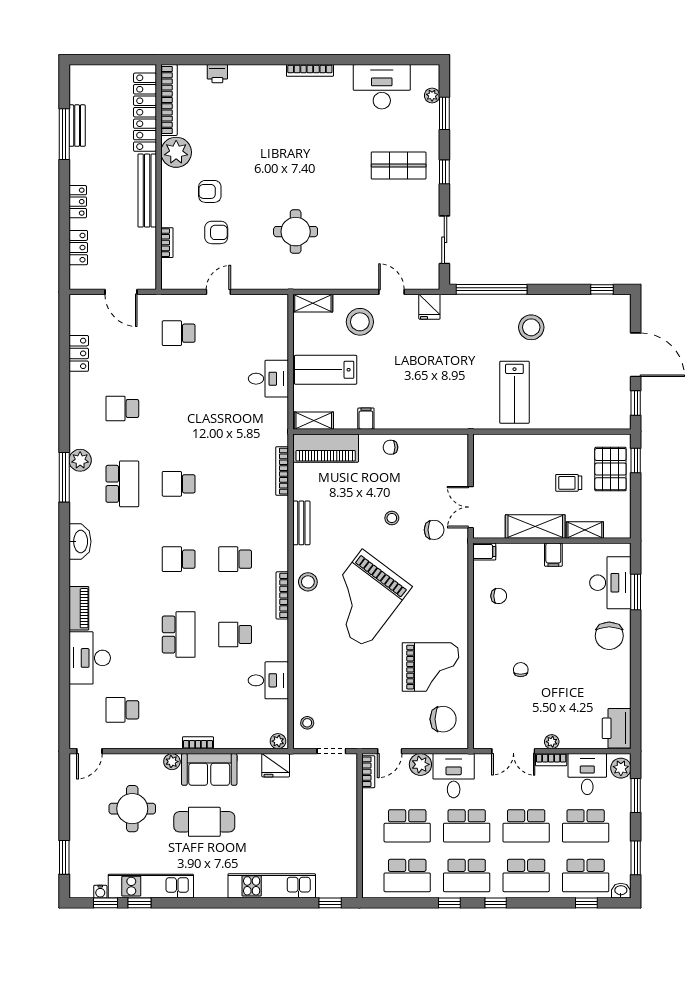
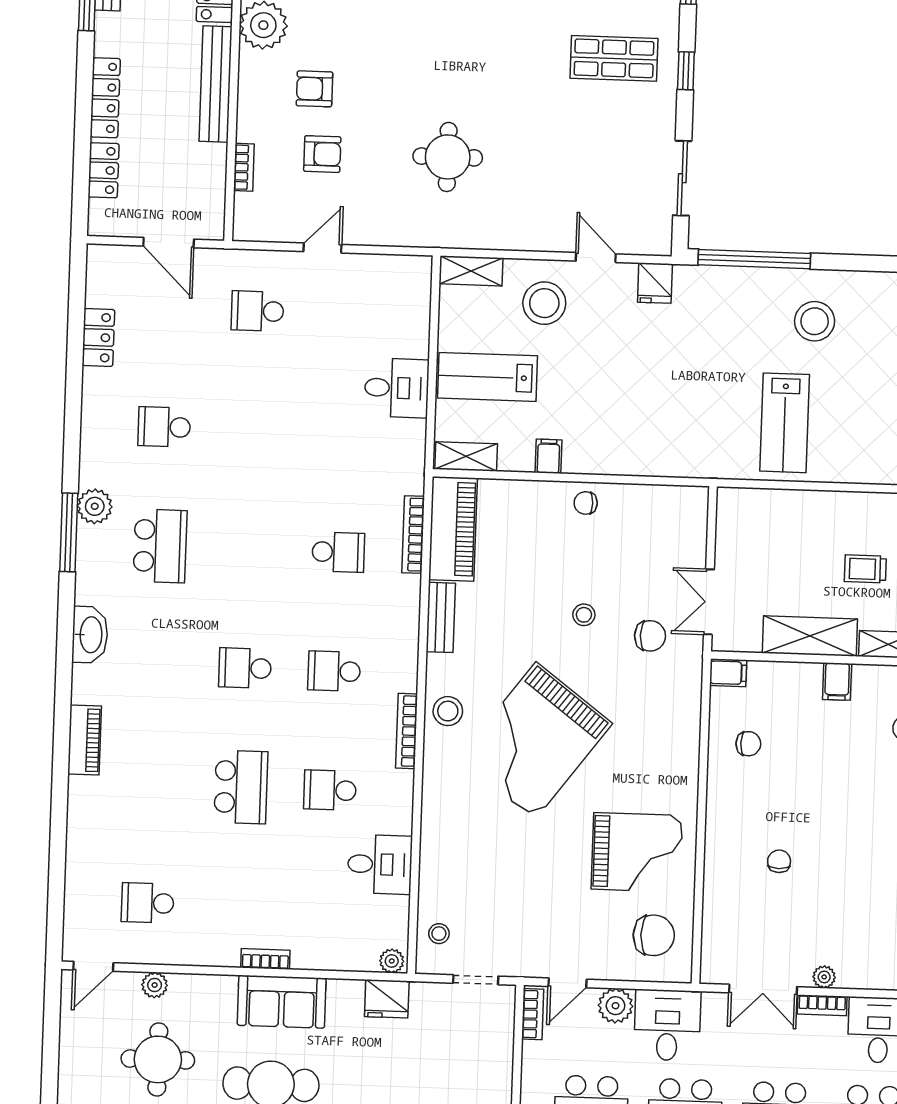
locker: (78, 202) -> (105, 98), width x1.53
piano: (326, 448) -> (453, 529), moved, turned -90
school desk: (179, 484) -> (338, 552), moved, turned 180
desk: (90, 658) -> (99, 819), removed
plant: (172, 762) -> (155, 985), moved

